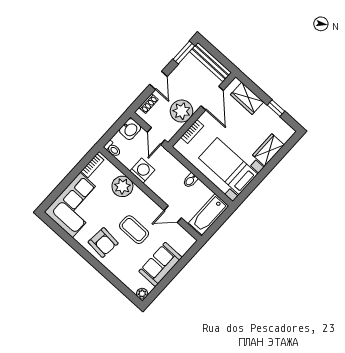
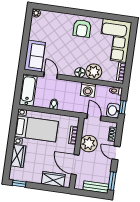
bench: (210, 62) -> (96, 187), width x0.73
window: (276, 108) -> (19, 184), moved
window: (117, 126) -> (123, 107), added
floor lamp: (138, 196) -> (80, 72), added
door: (173, 214) -> (51, 76), hinge flipped
coffee table: (134, 230) -> (68, 49), removed
armchair: (103, 243) -> (82, 28), turned -95
sofa: (160, 264) -> (35, 56), moved

